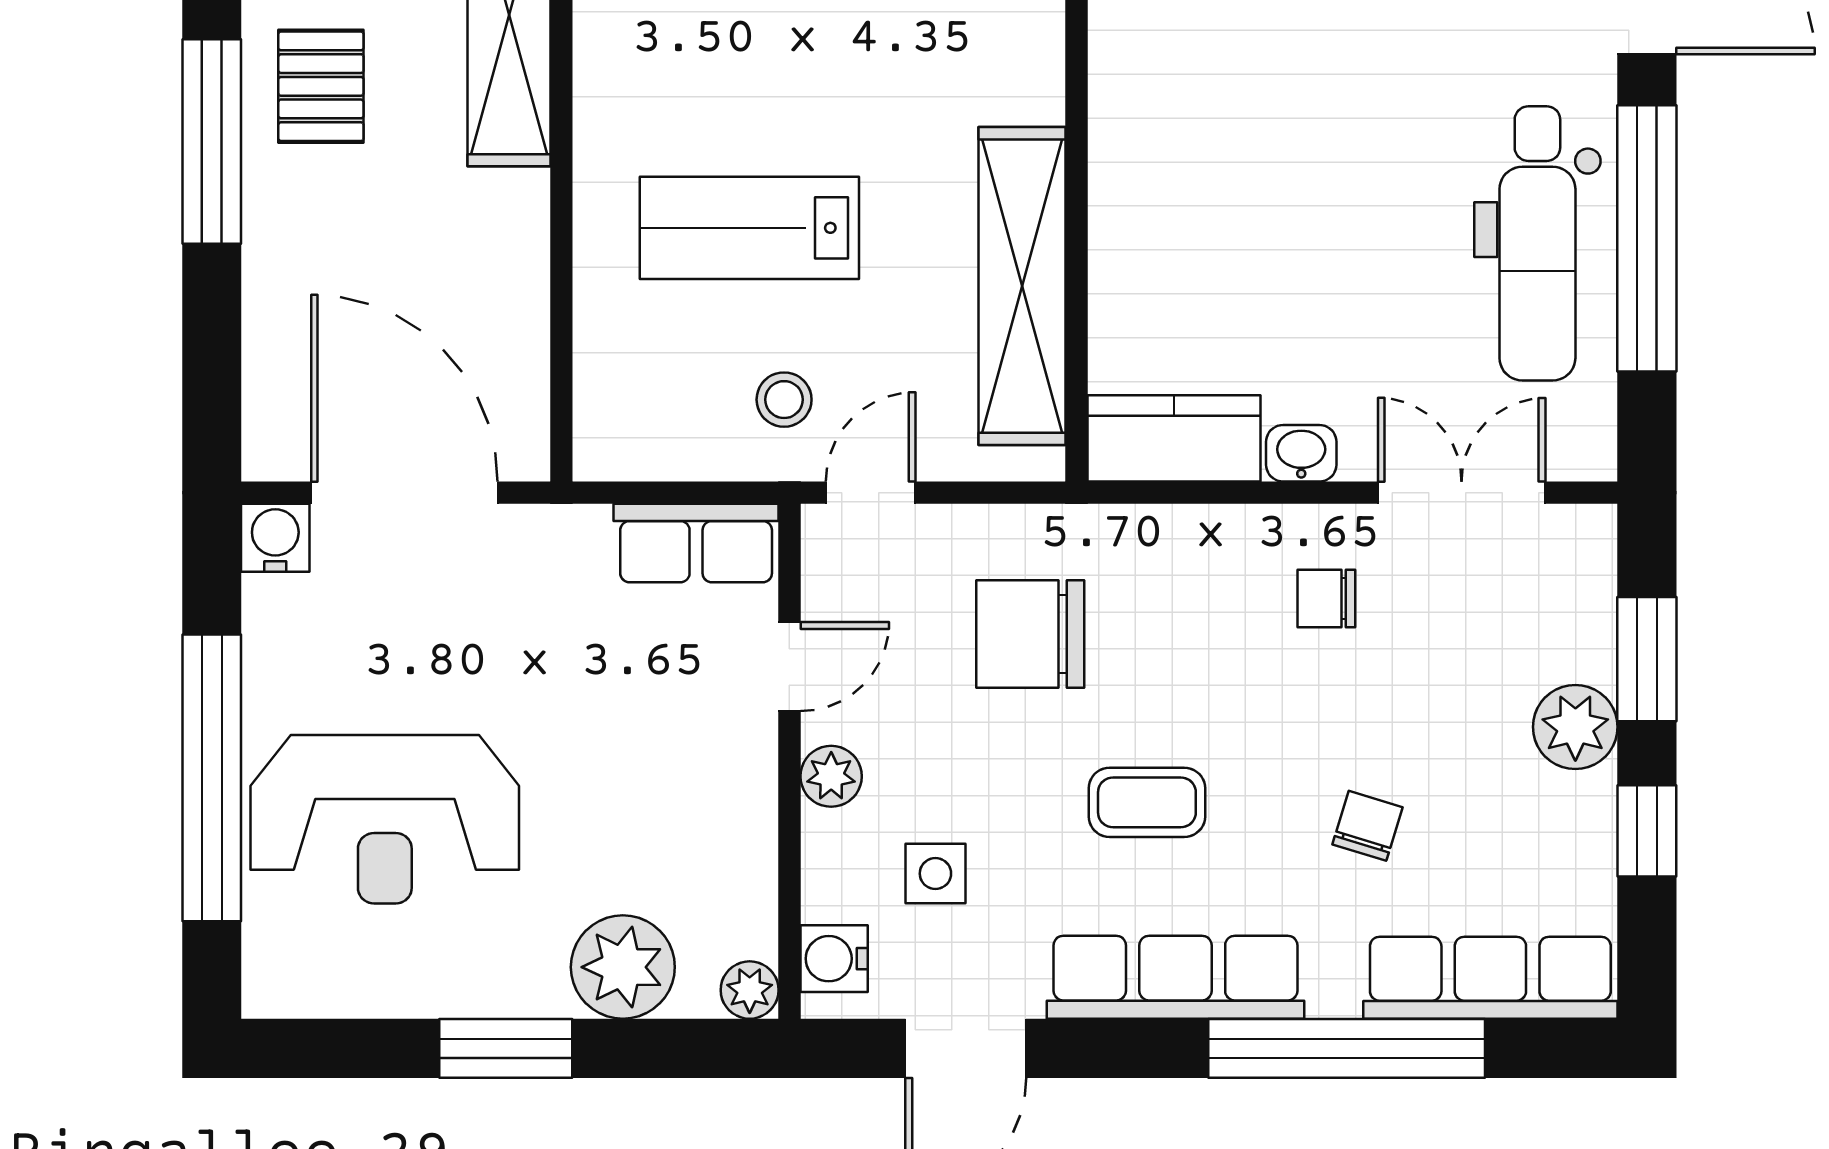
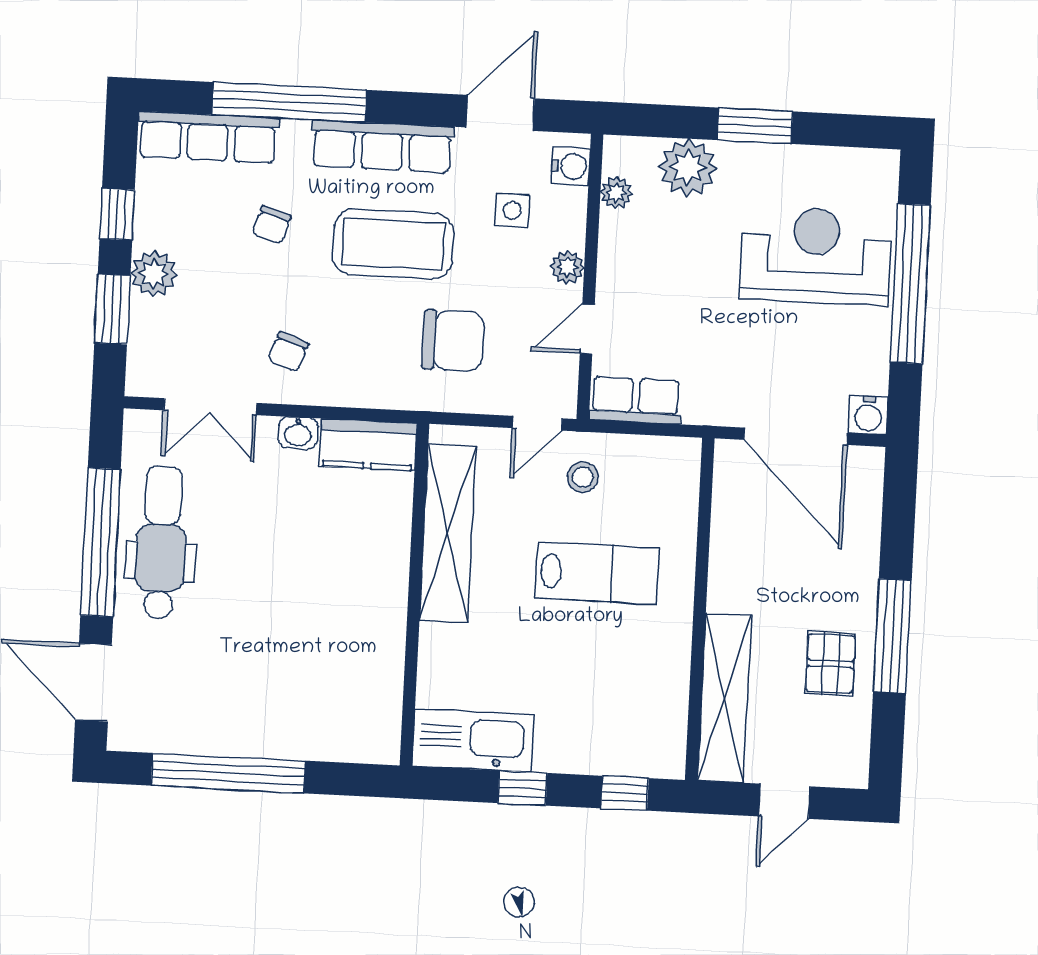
chair: (1326, 598) -> (288, 352), turned 110
coffee table: (1147, 802) -> (393, 244), width x1.86, depth x1.72
plant: (750, 990) -> (616, 193), moved

